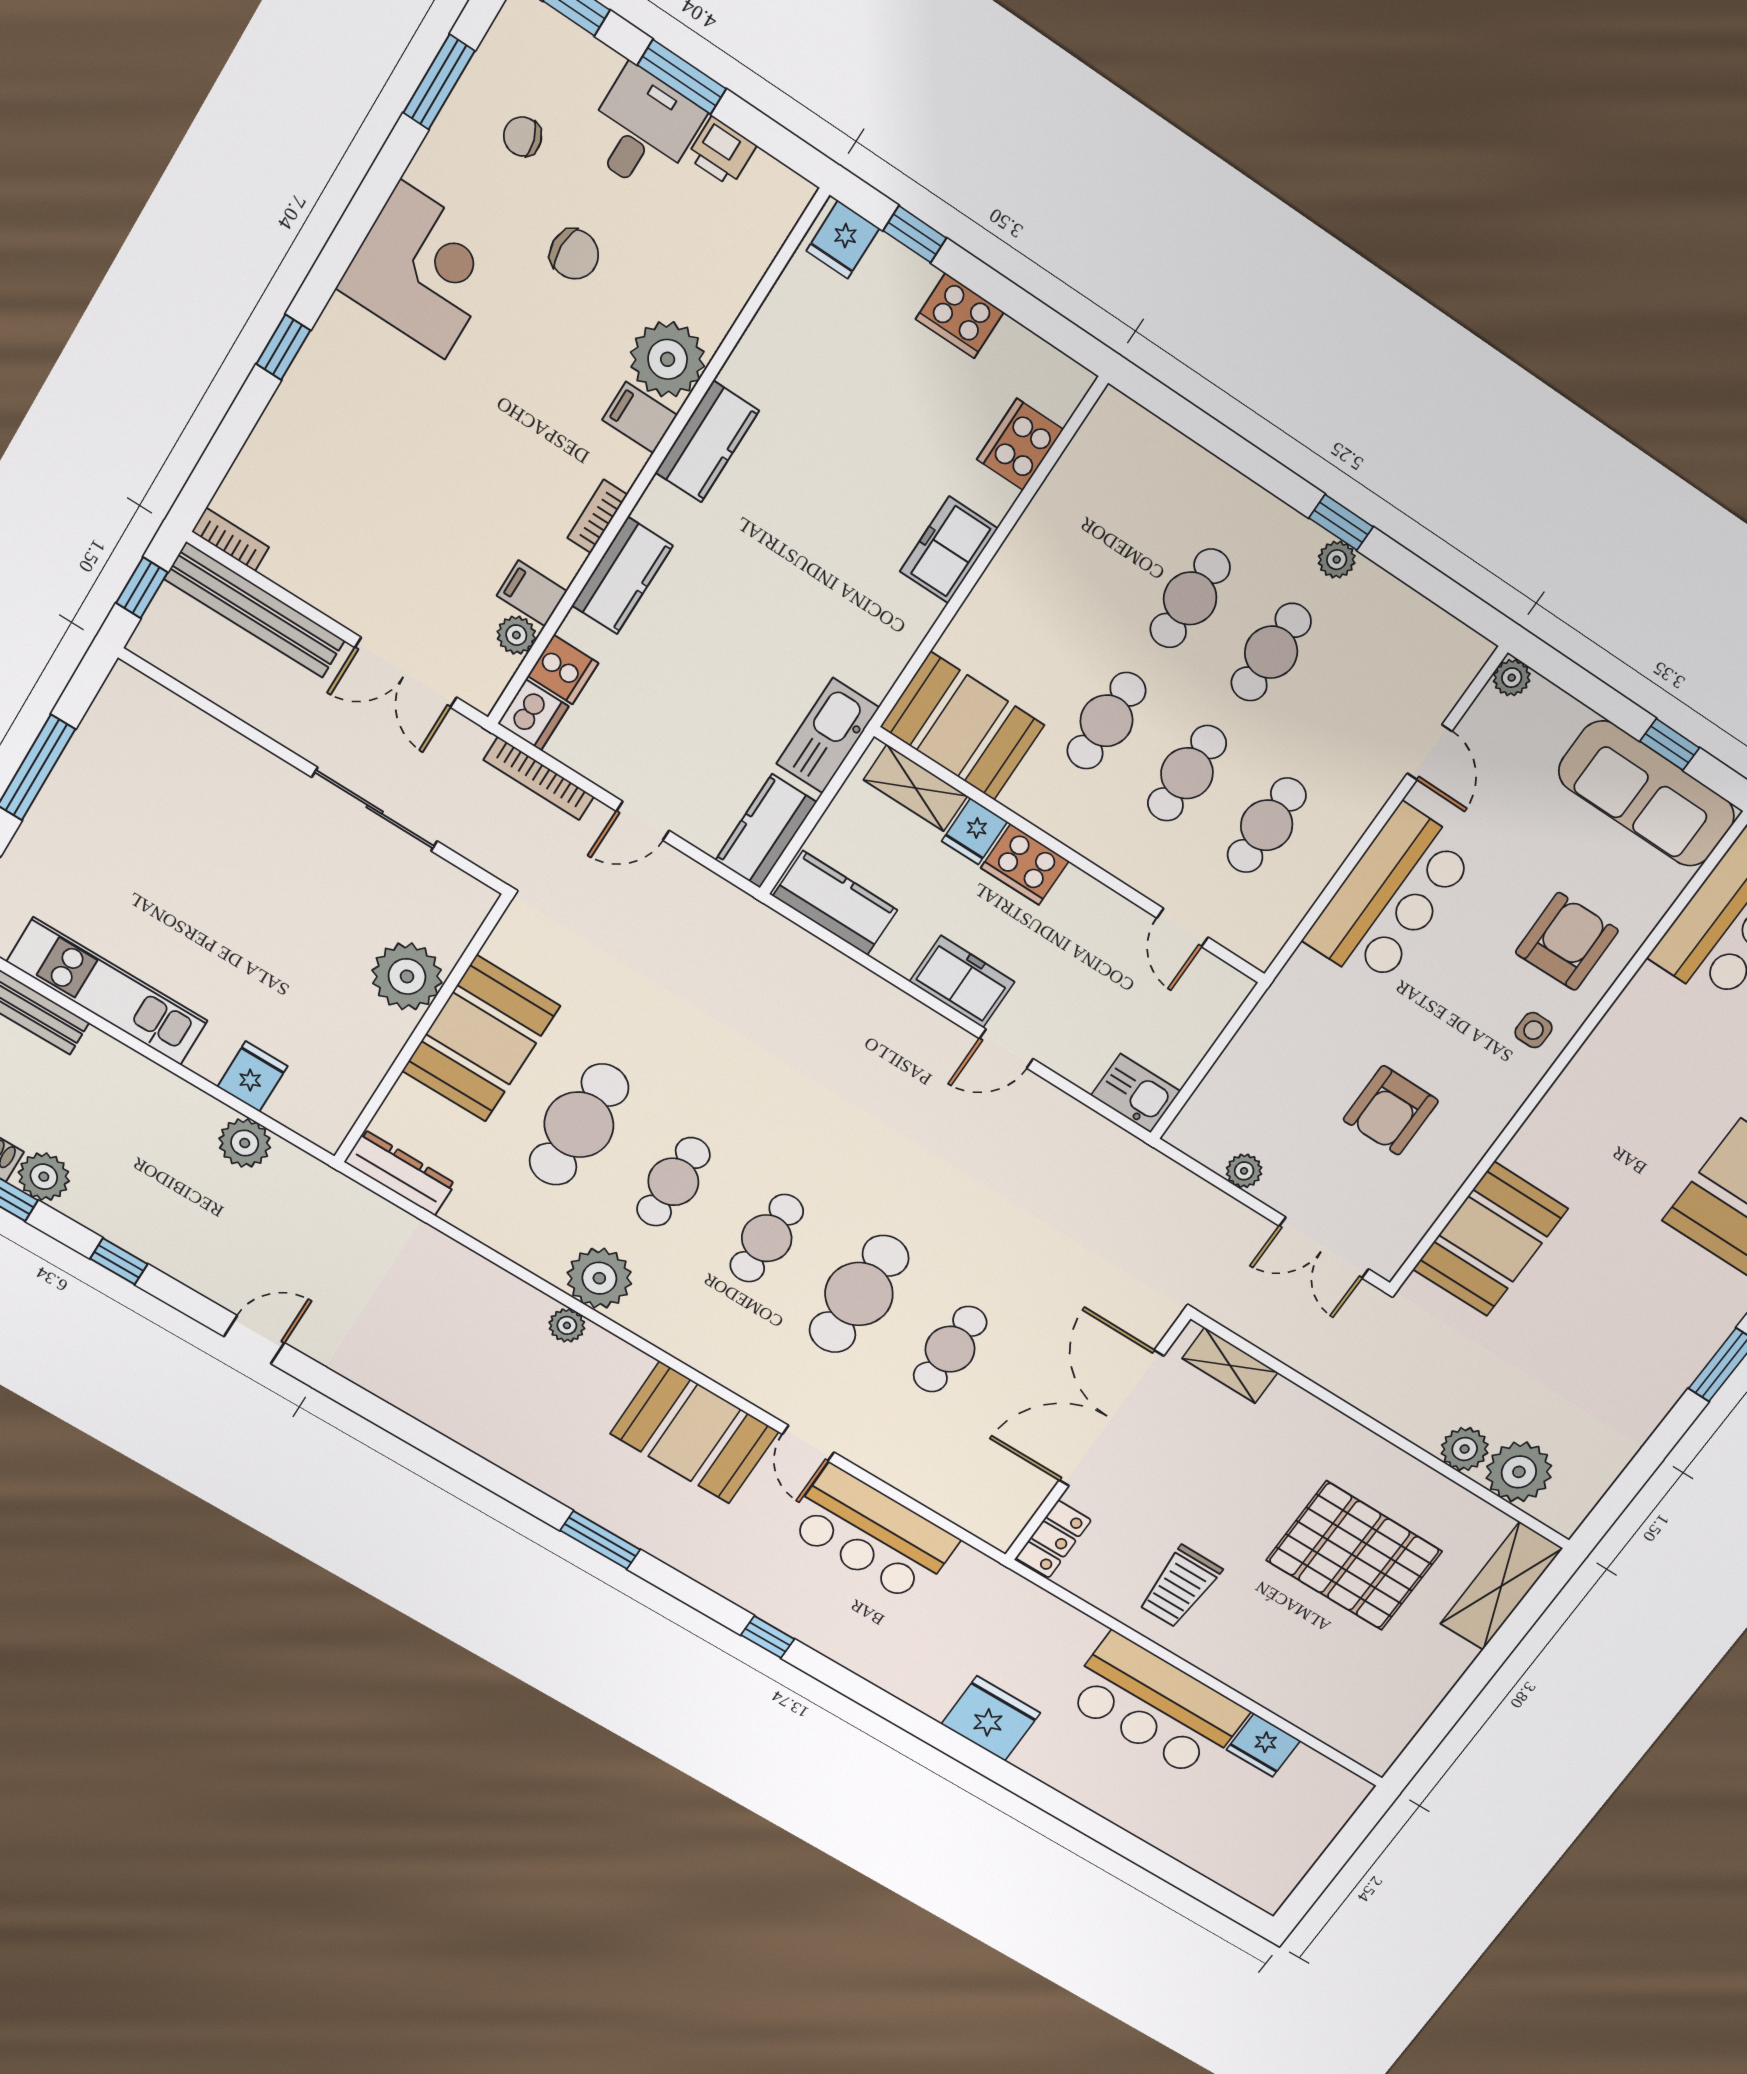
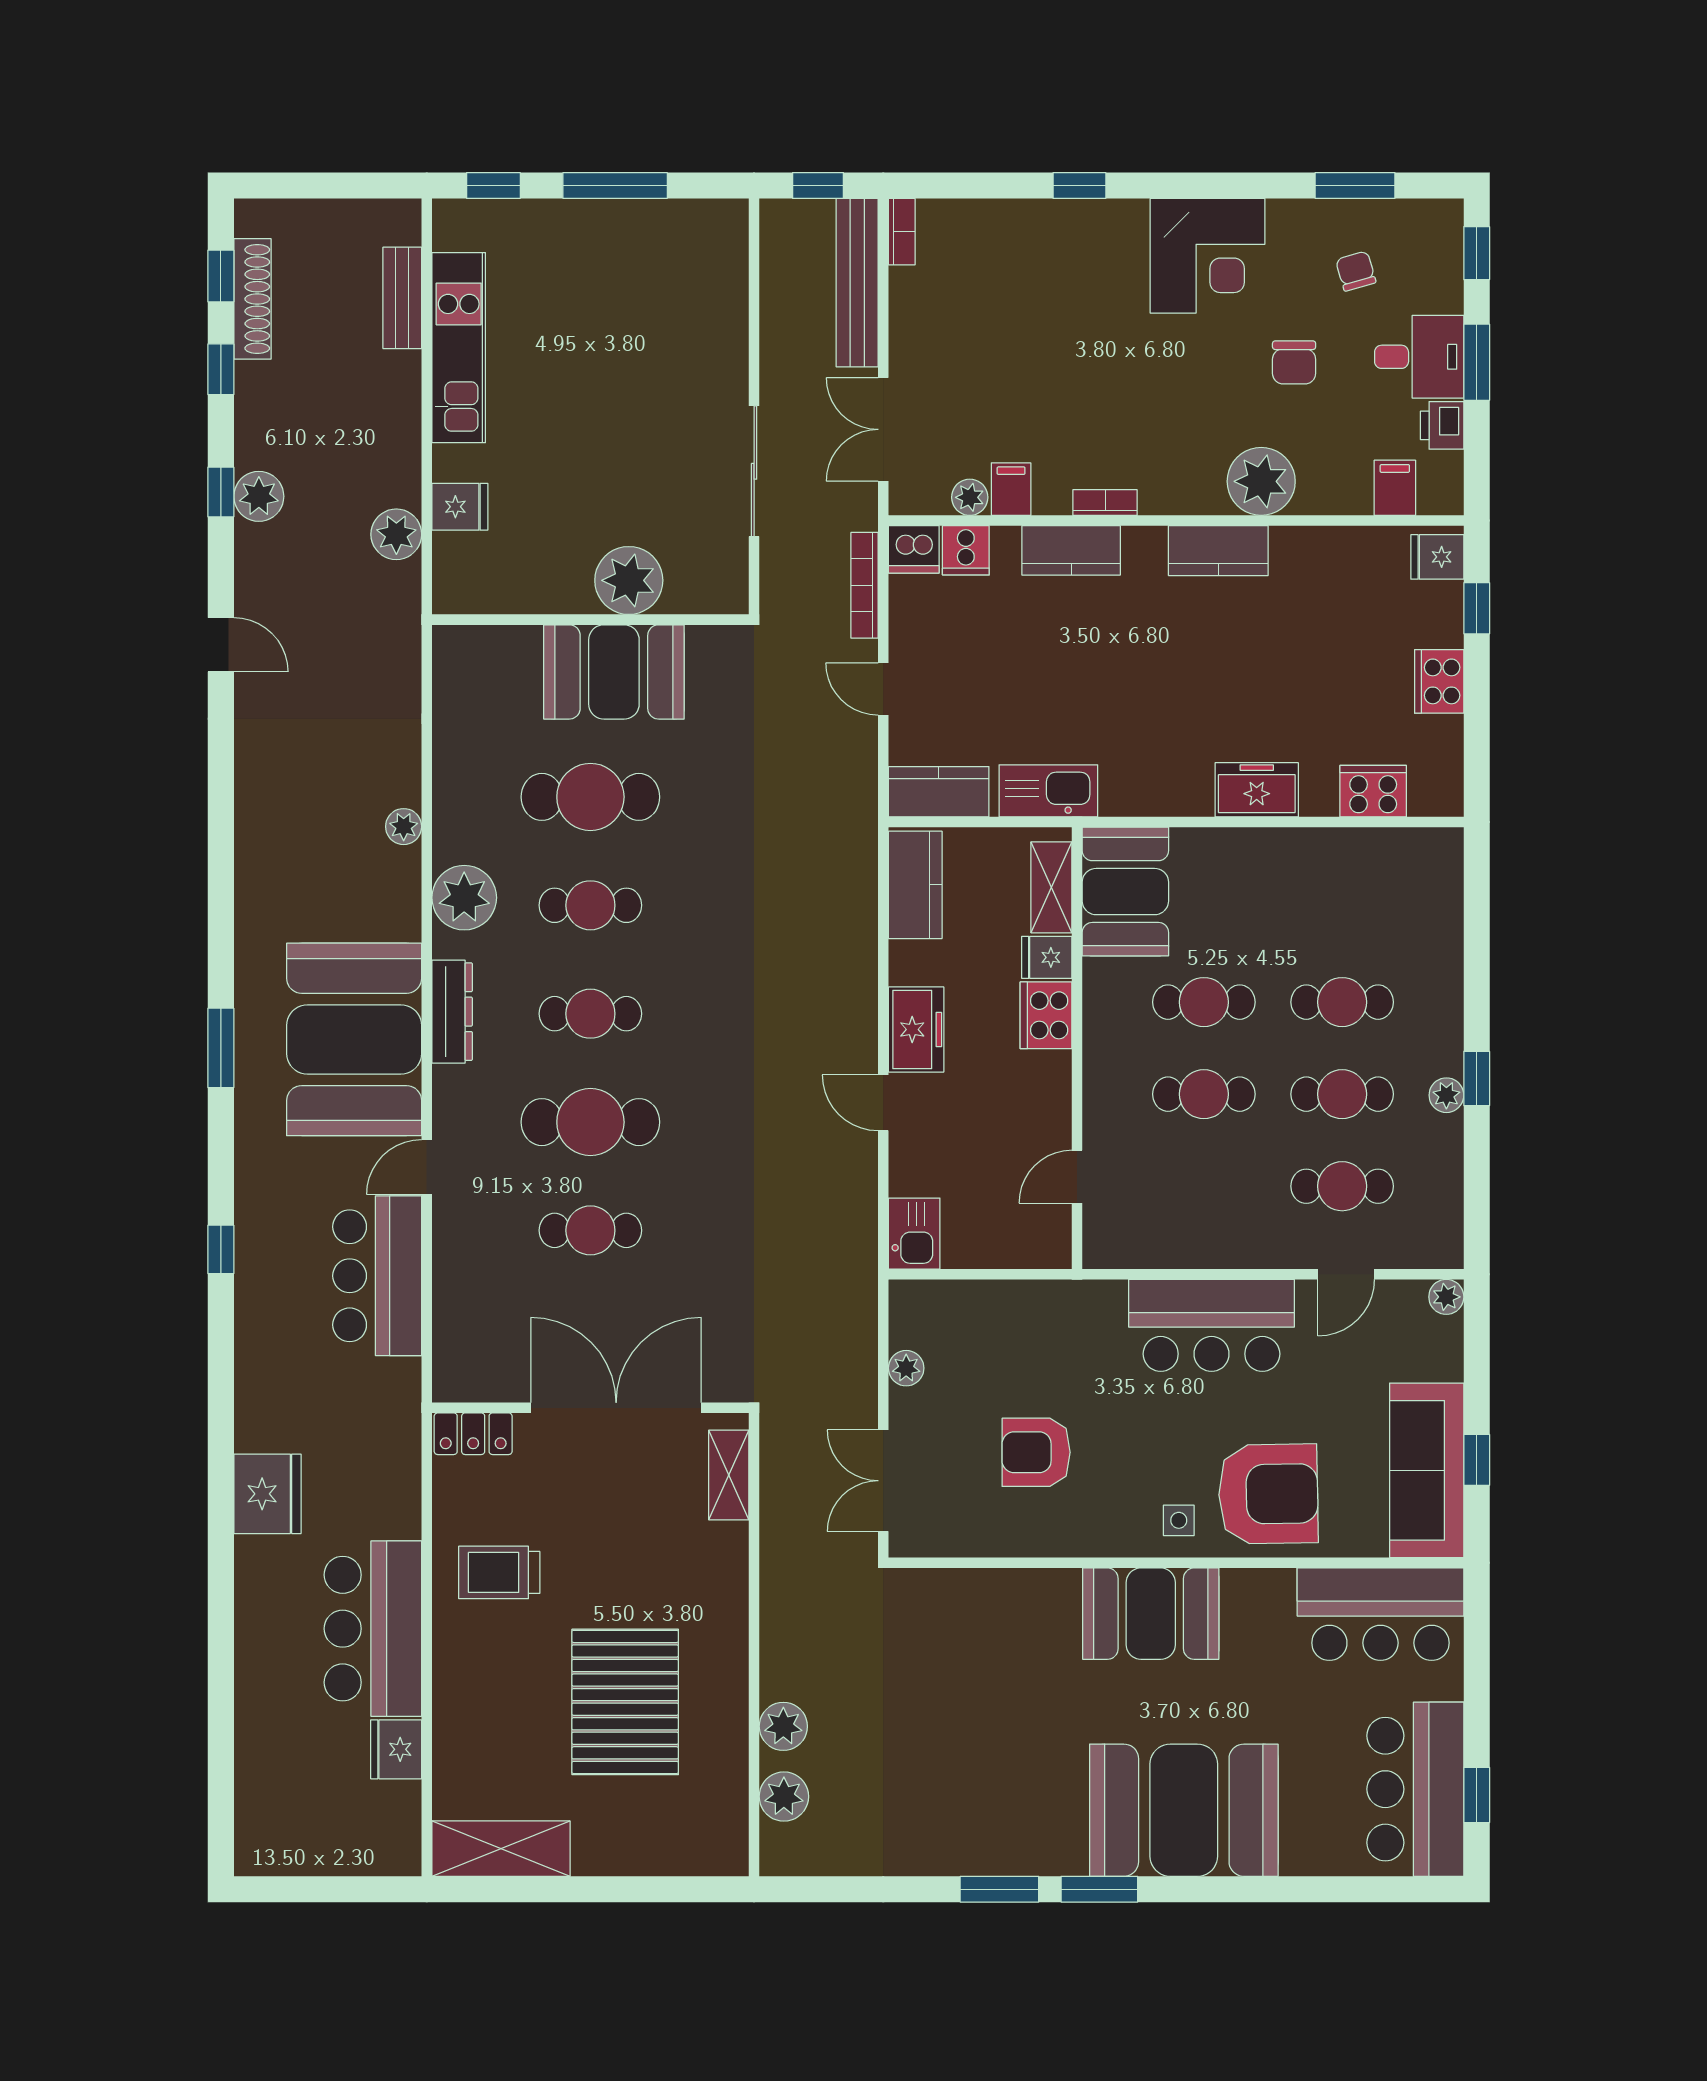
filing cabinet: (640, 417) -> (1395, 488), moved
cafe table: (1267, 825) -> (1342, 1186), moved
armchair: (1567, 941) -> (1268, 1494), width x1.36, depth x1.36
dresser: (400, 1173) -> (452, 1012), moved
plant: (44, 1177) -> (259, 496), moved
booth: (1490, 1239) -> (1151, 1614), moved
plant: (567, 1325) -> (404, 827), moved
booth: (694, 1433) -> (354, 1039), width x1.36, depth x1.42
plant: (1519, 1472) -> (784, 1797), width x0.73, depth x0.73
shelving: (1501, 1586) -> (501, 1849), moved

